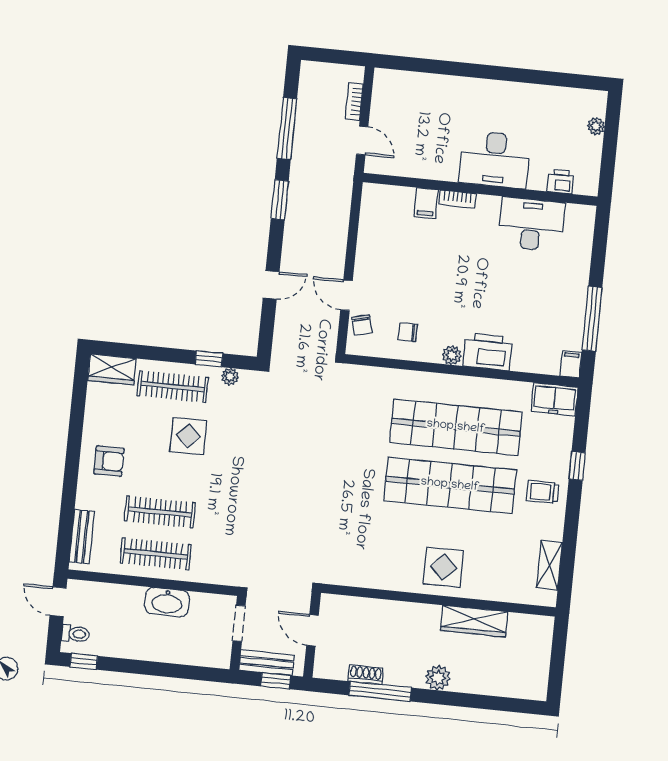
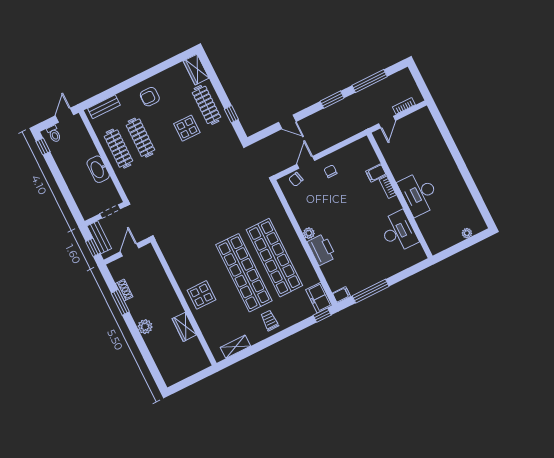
printer: (561, 182) -> (429, 233), removed
chair: (408, 332) -> (330, 171), moved
plant: (230, 377) -> (229, 130), removed
armchair: (109, 461) -> (150, 97), turned 90
window: (577, 466) -> (322, 315), moved
wardrobe: (474, 621) -> (184, 327), width x0.67
window: (380, 691) -> (120, 302), width x0.69

